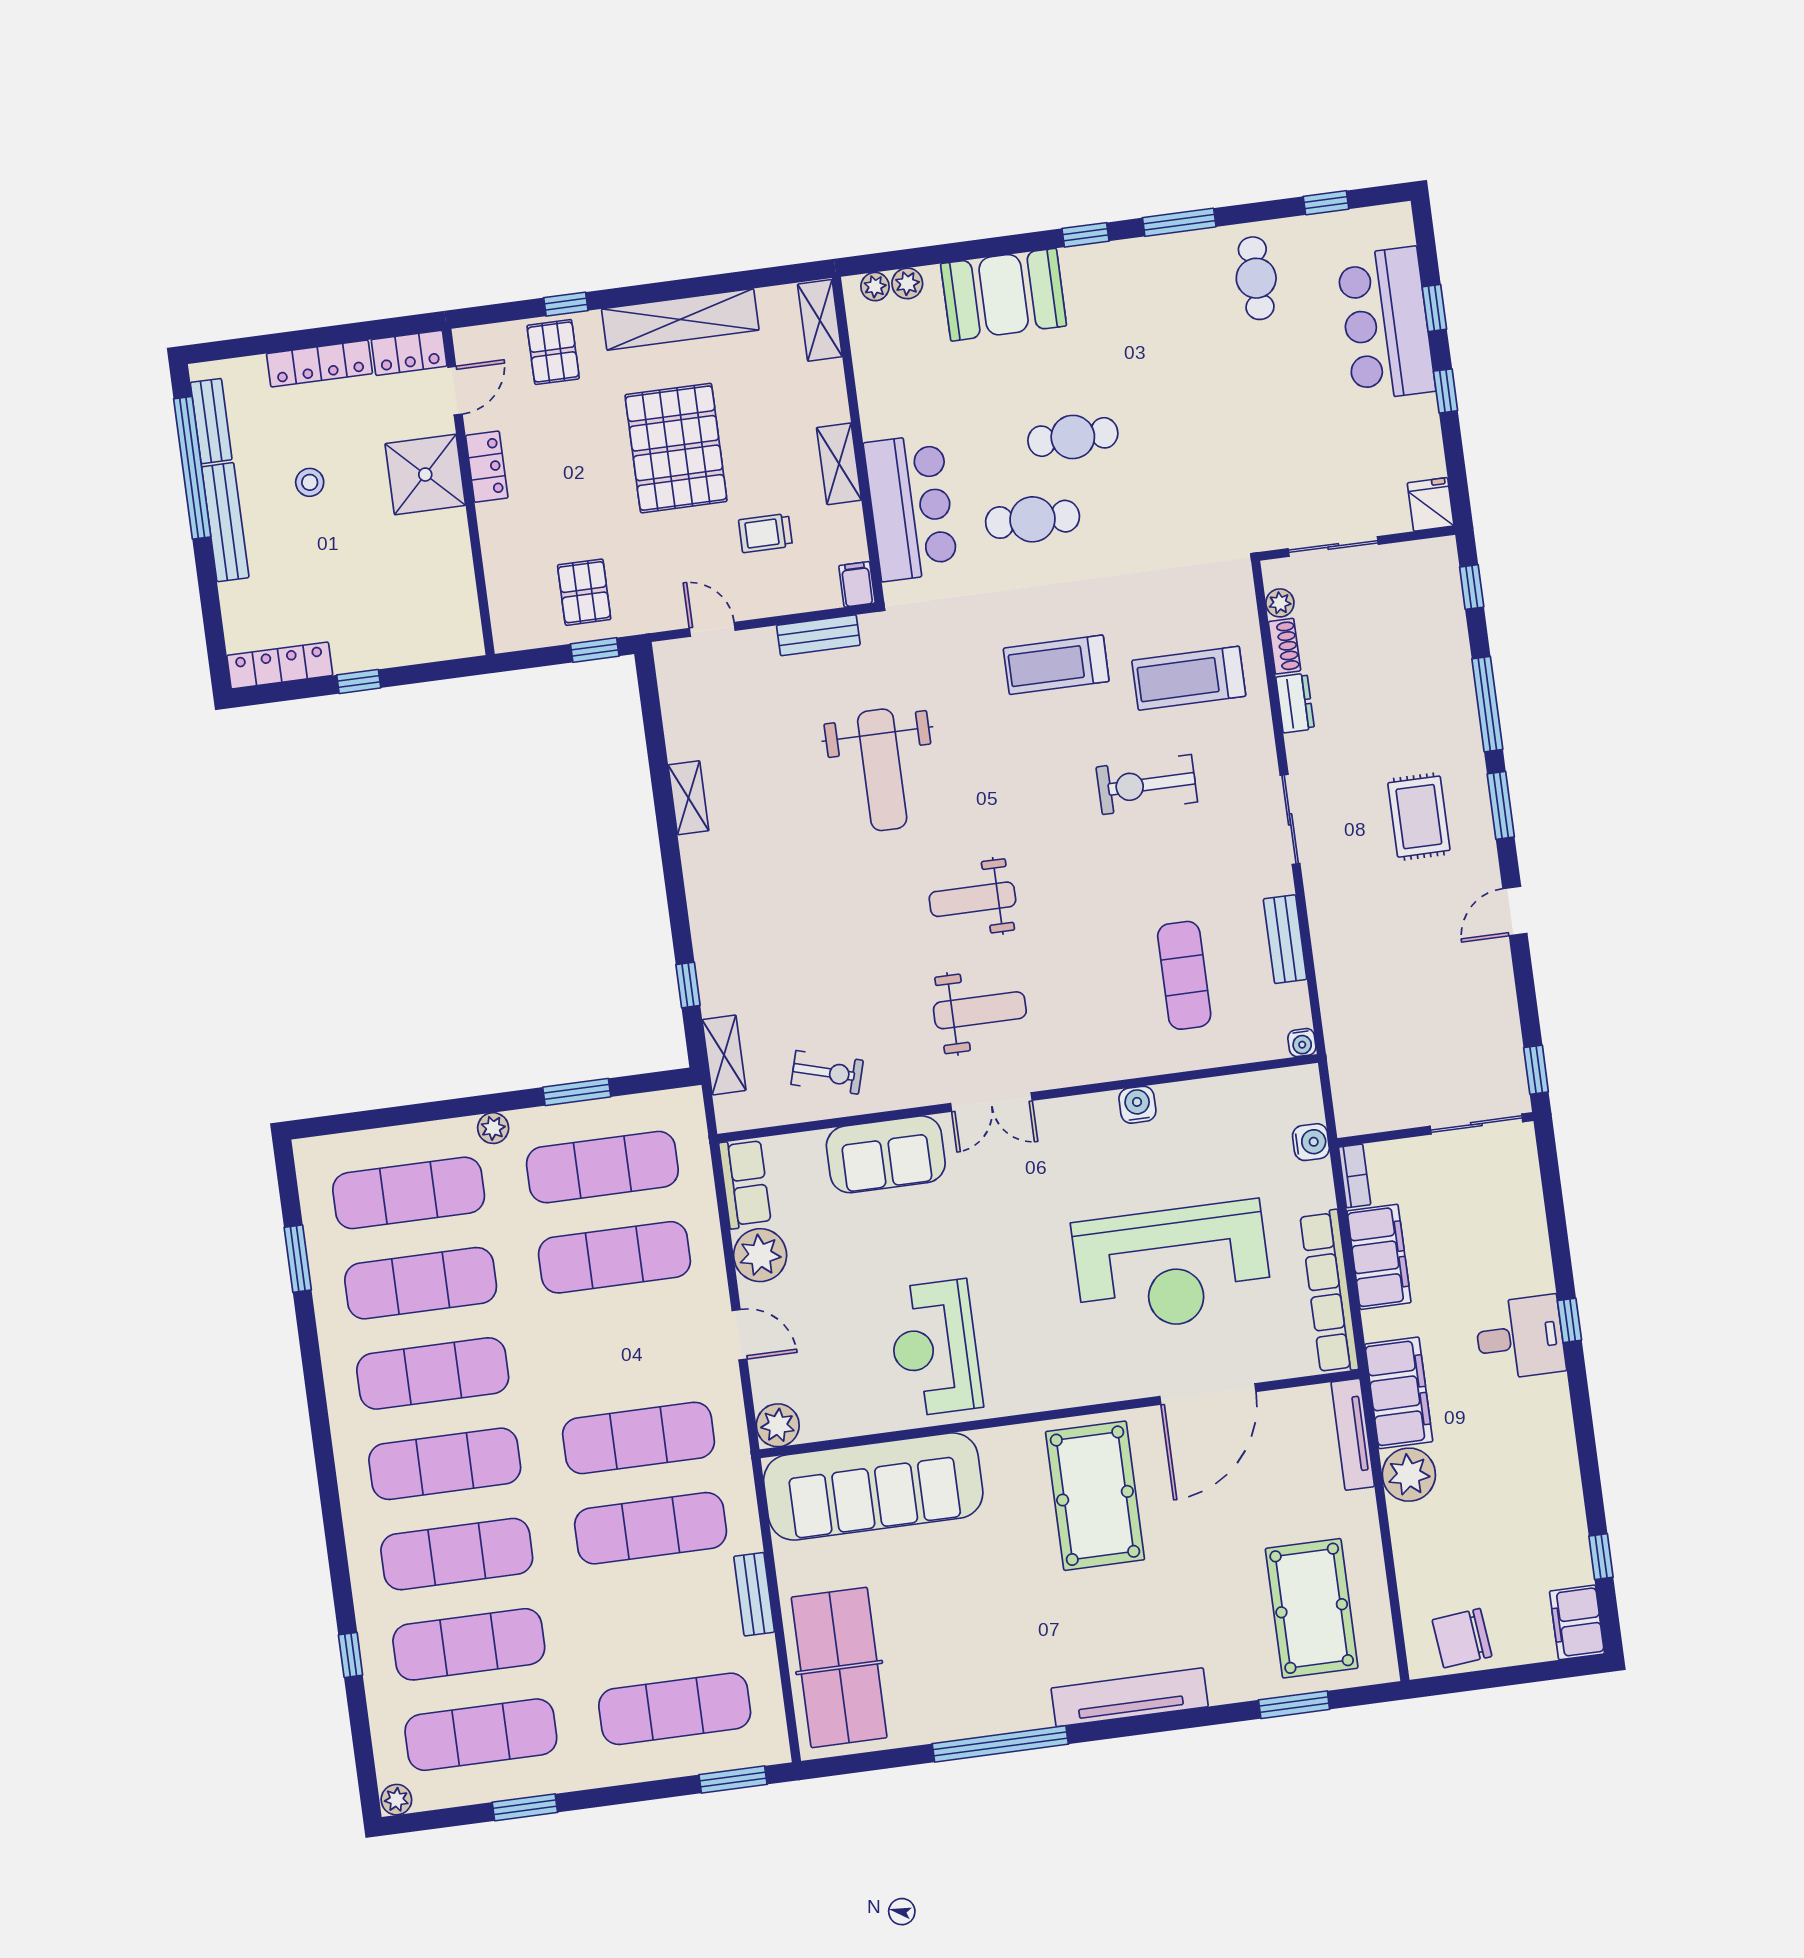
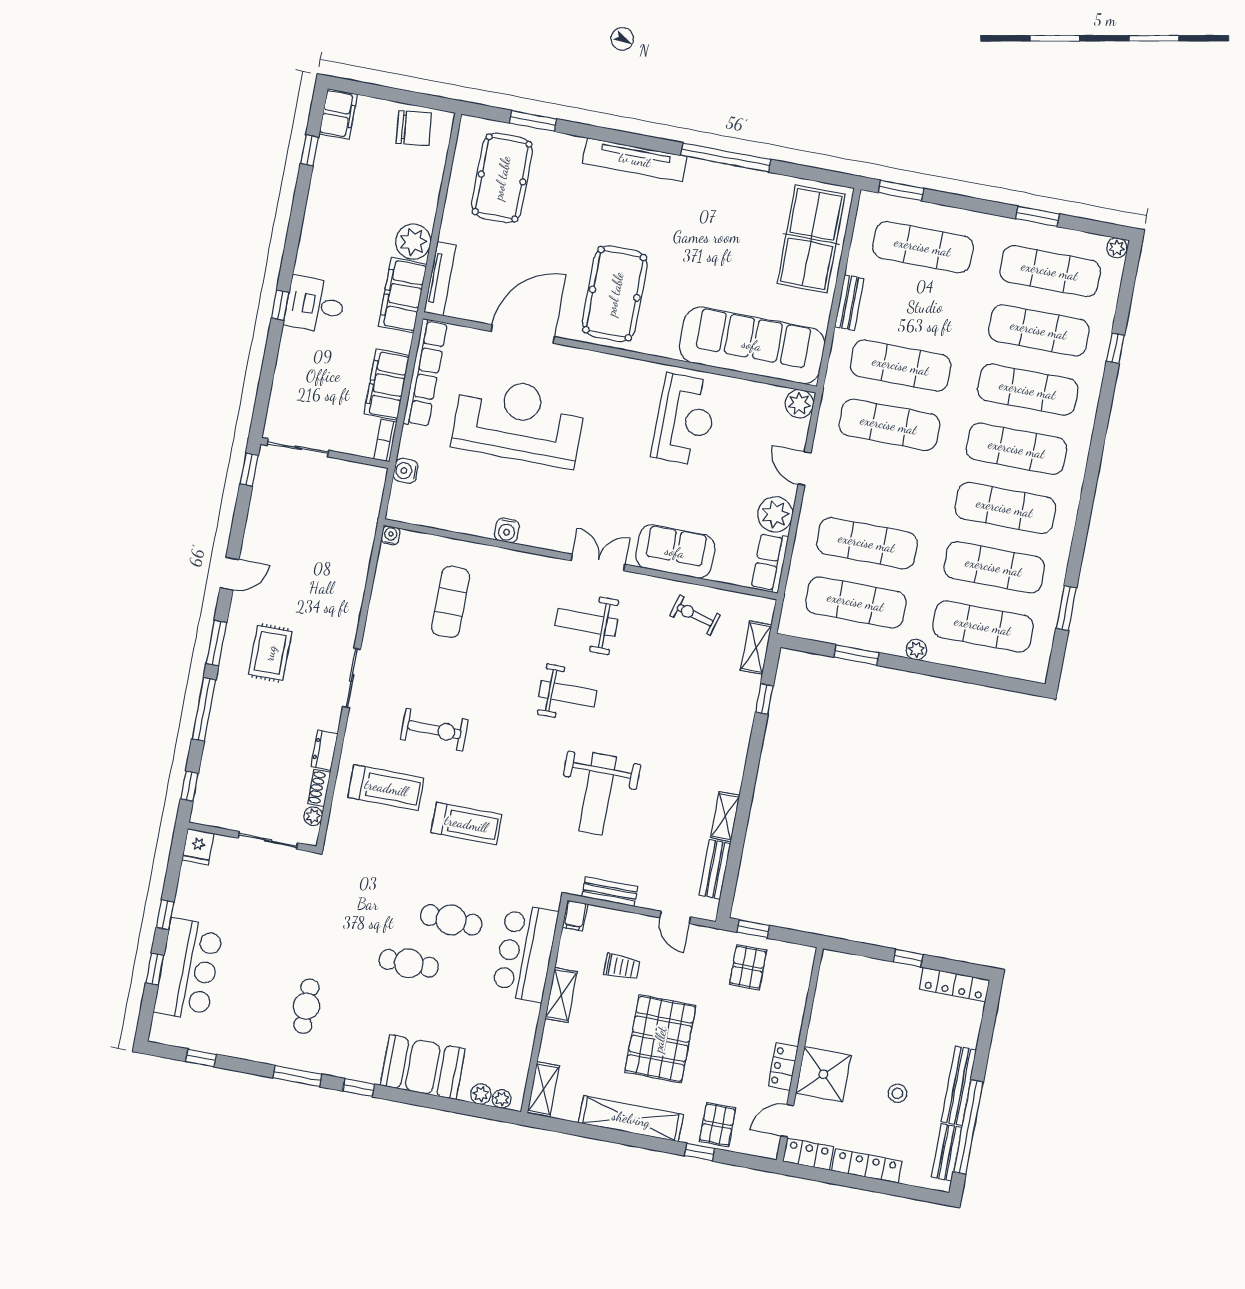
cafe table: (1256, 278) -> (306, 1006), moved
weight bench: (882, 770) -> (598, 794), turned 180
bench: (1285, 939) -> (715, 869), moved

